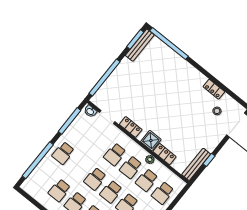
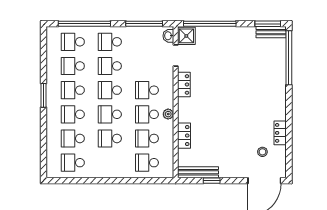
bench: (140, 45) -> (271, 32), width x0.73
shower: (151, 141) -> (186, 36), moved
plant: (150, 159) -> (168, 114), moved
school desk: (79, 166) -> (110, 66), added
school desk: (43, 177) -> (73, 42), added

